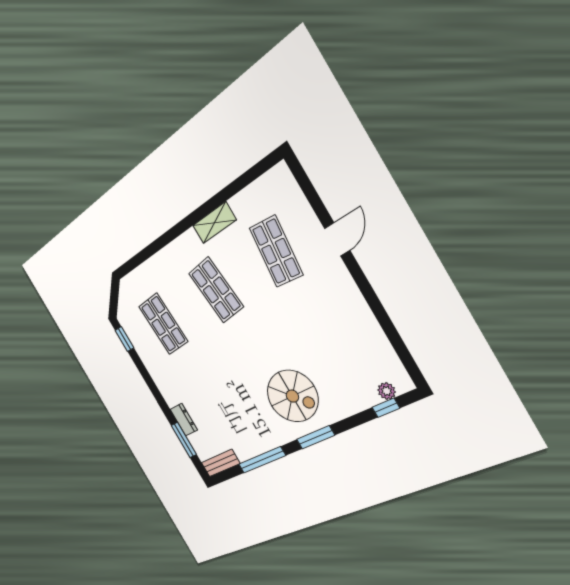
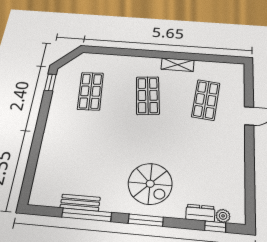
dresser: (184, 420) -> (200, 213), moved, turned -90
window: (184, 440) -> (31, 168), removed
bench: (221, 463) -> (80, 203), moved

